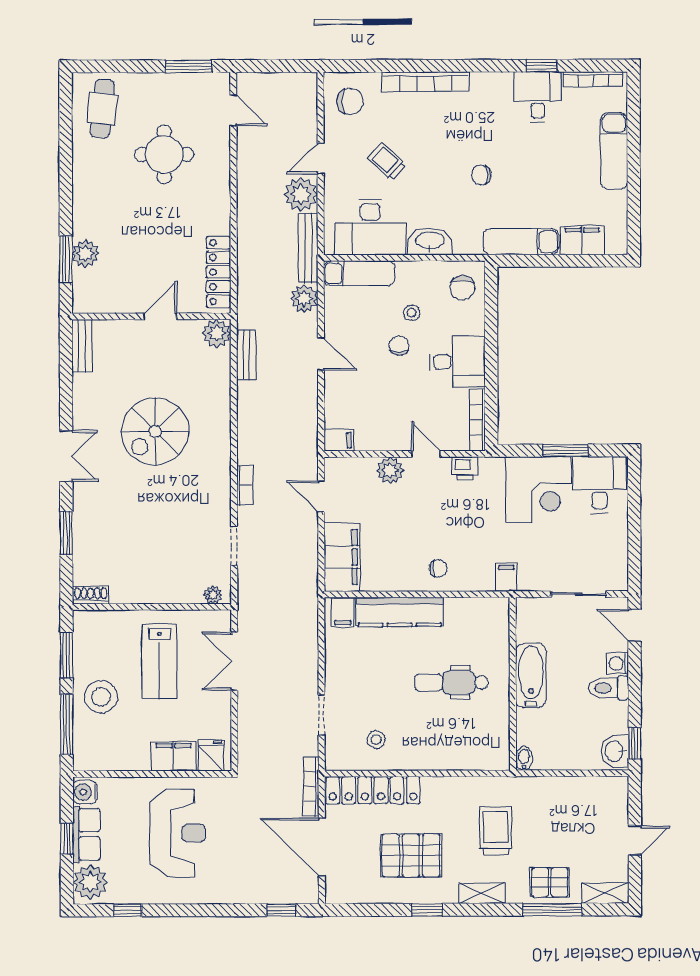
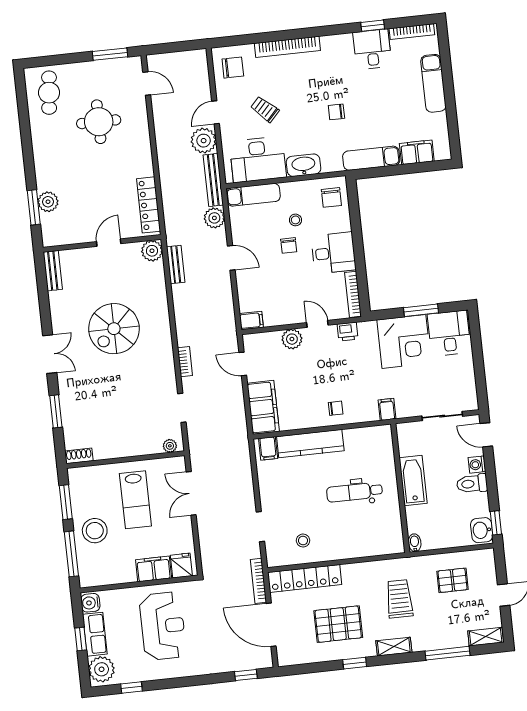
chair: (399, 346) -> (289, 245), turned 180
pallet: (550, 882) -> (453, 580), moved

